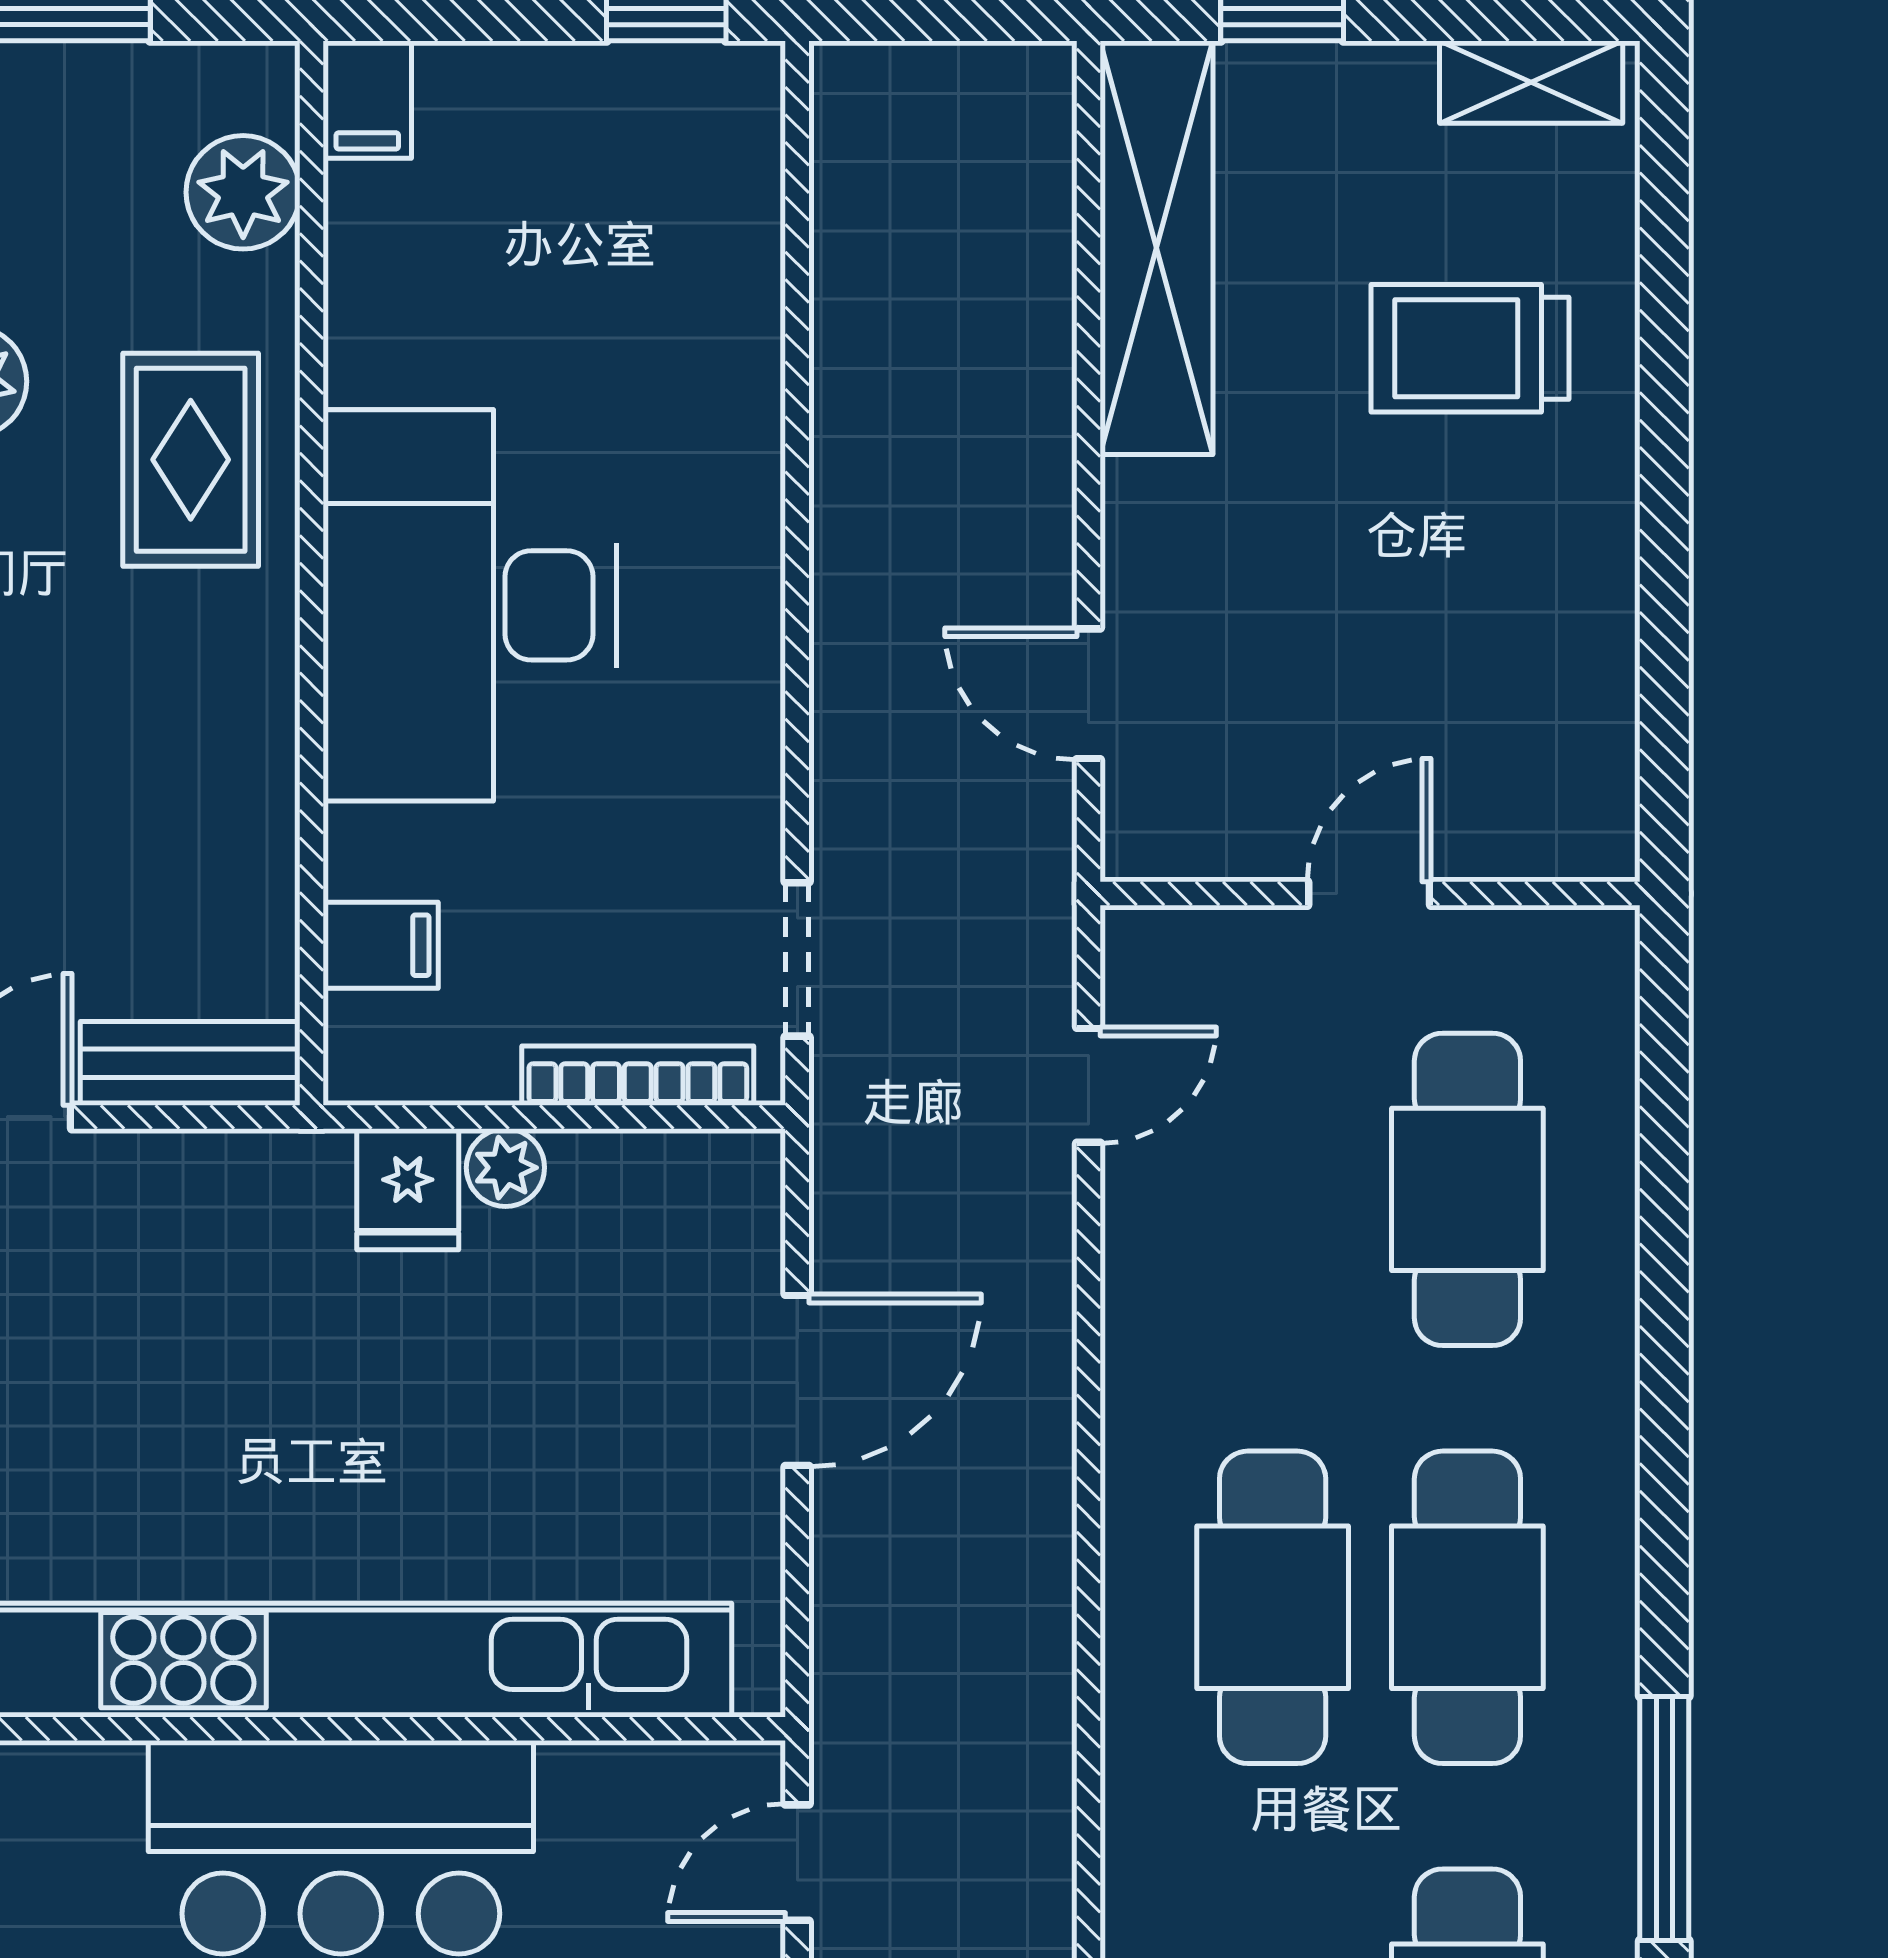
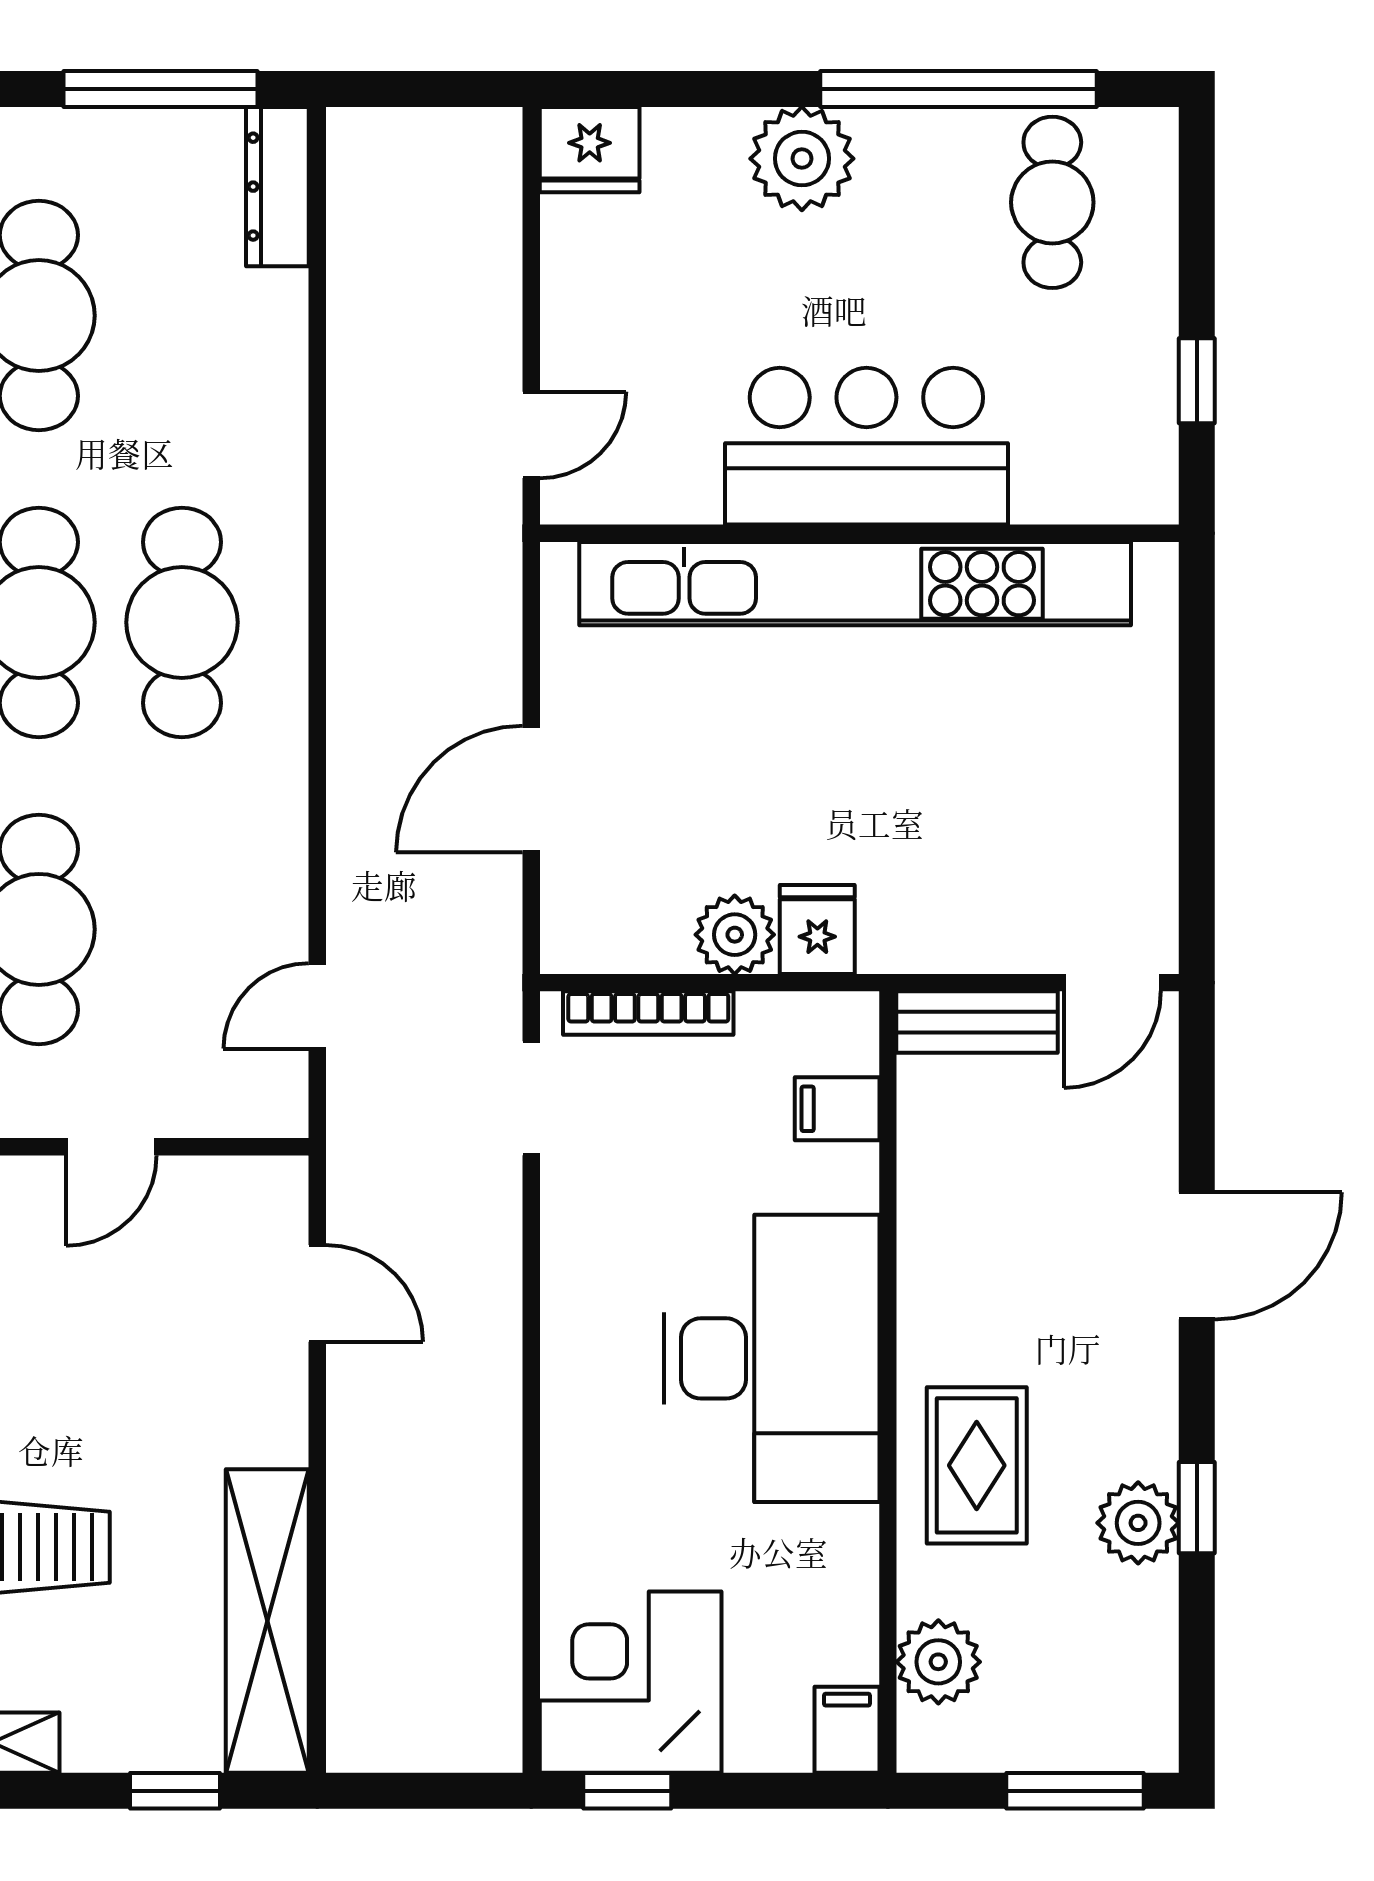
corner desk: (662, 165) -> (631, 1682), added
plant: (505, 1168) -> (735, 935), width x1.38, depth x1.38

